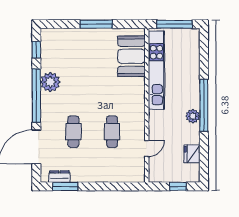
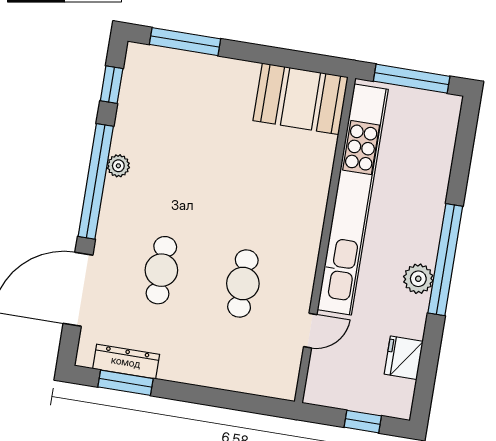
window: (96, 24) -> (185, 42), moved
booth: (131, 56) -> (301, 99), moved, turned 90
kitchen unit: (156, 70) -> (353, 199), width x1.36
plant: (50, 82) -> (118, 166), width x0.53, depth x0.53
dresser: (59, 177) -> (126, 362), width x1.44

